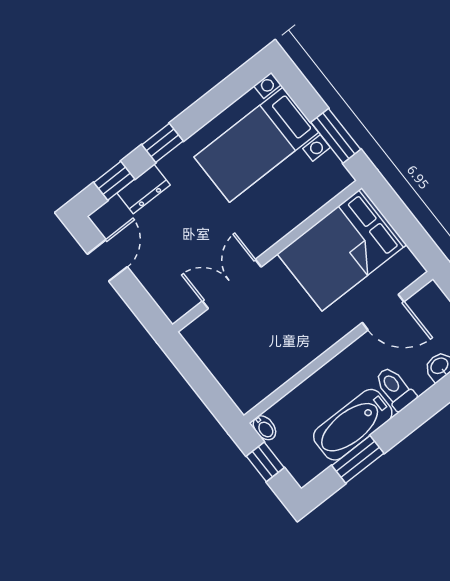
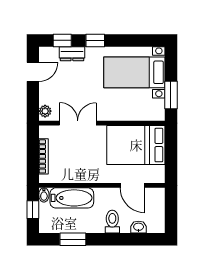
plant: (170, 304) -> (45, 111), added
bookcase: (220, 372) -> (43, 156), added
bathtub: (353, 425) -> (72, 198), moved, turned 180

